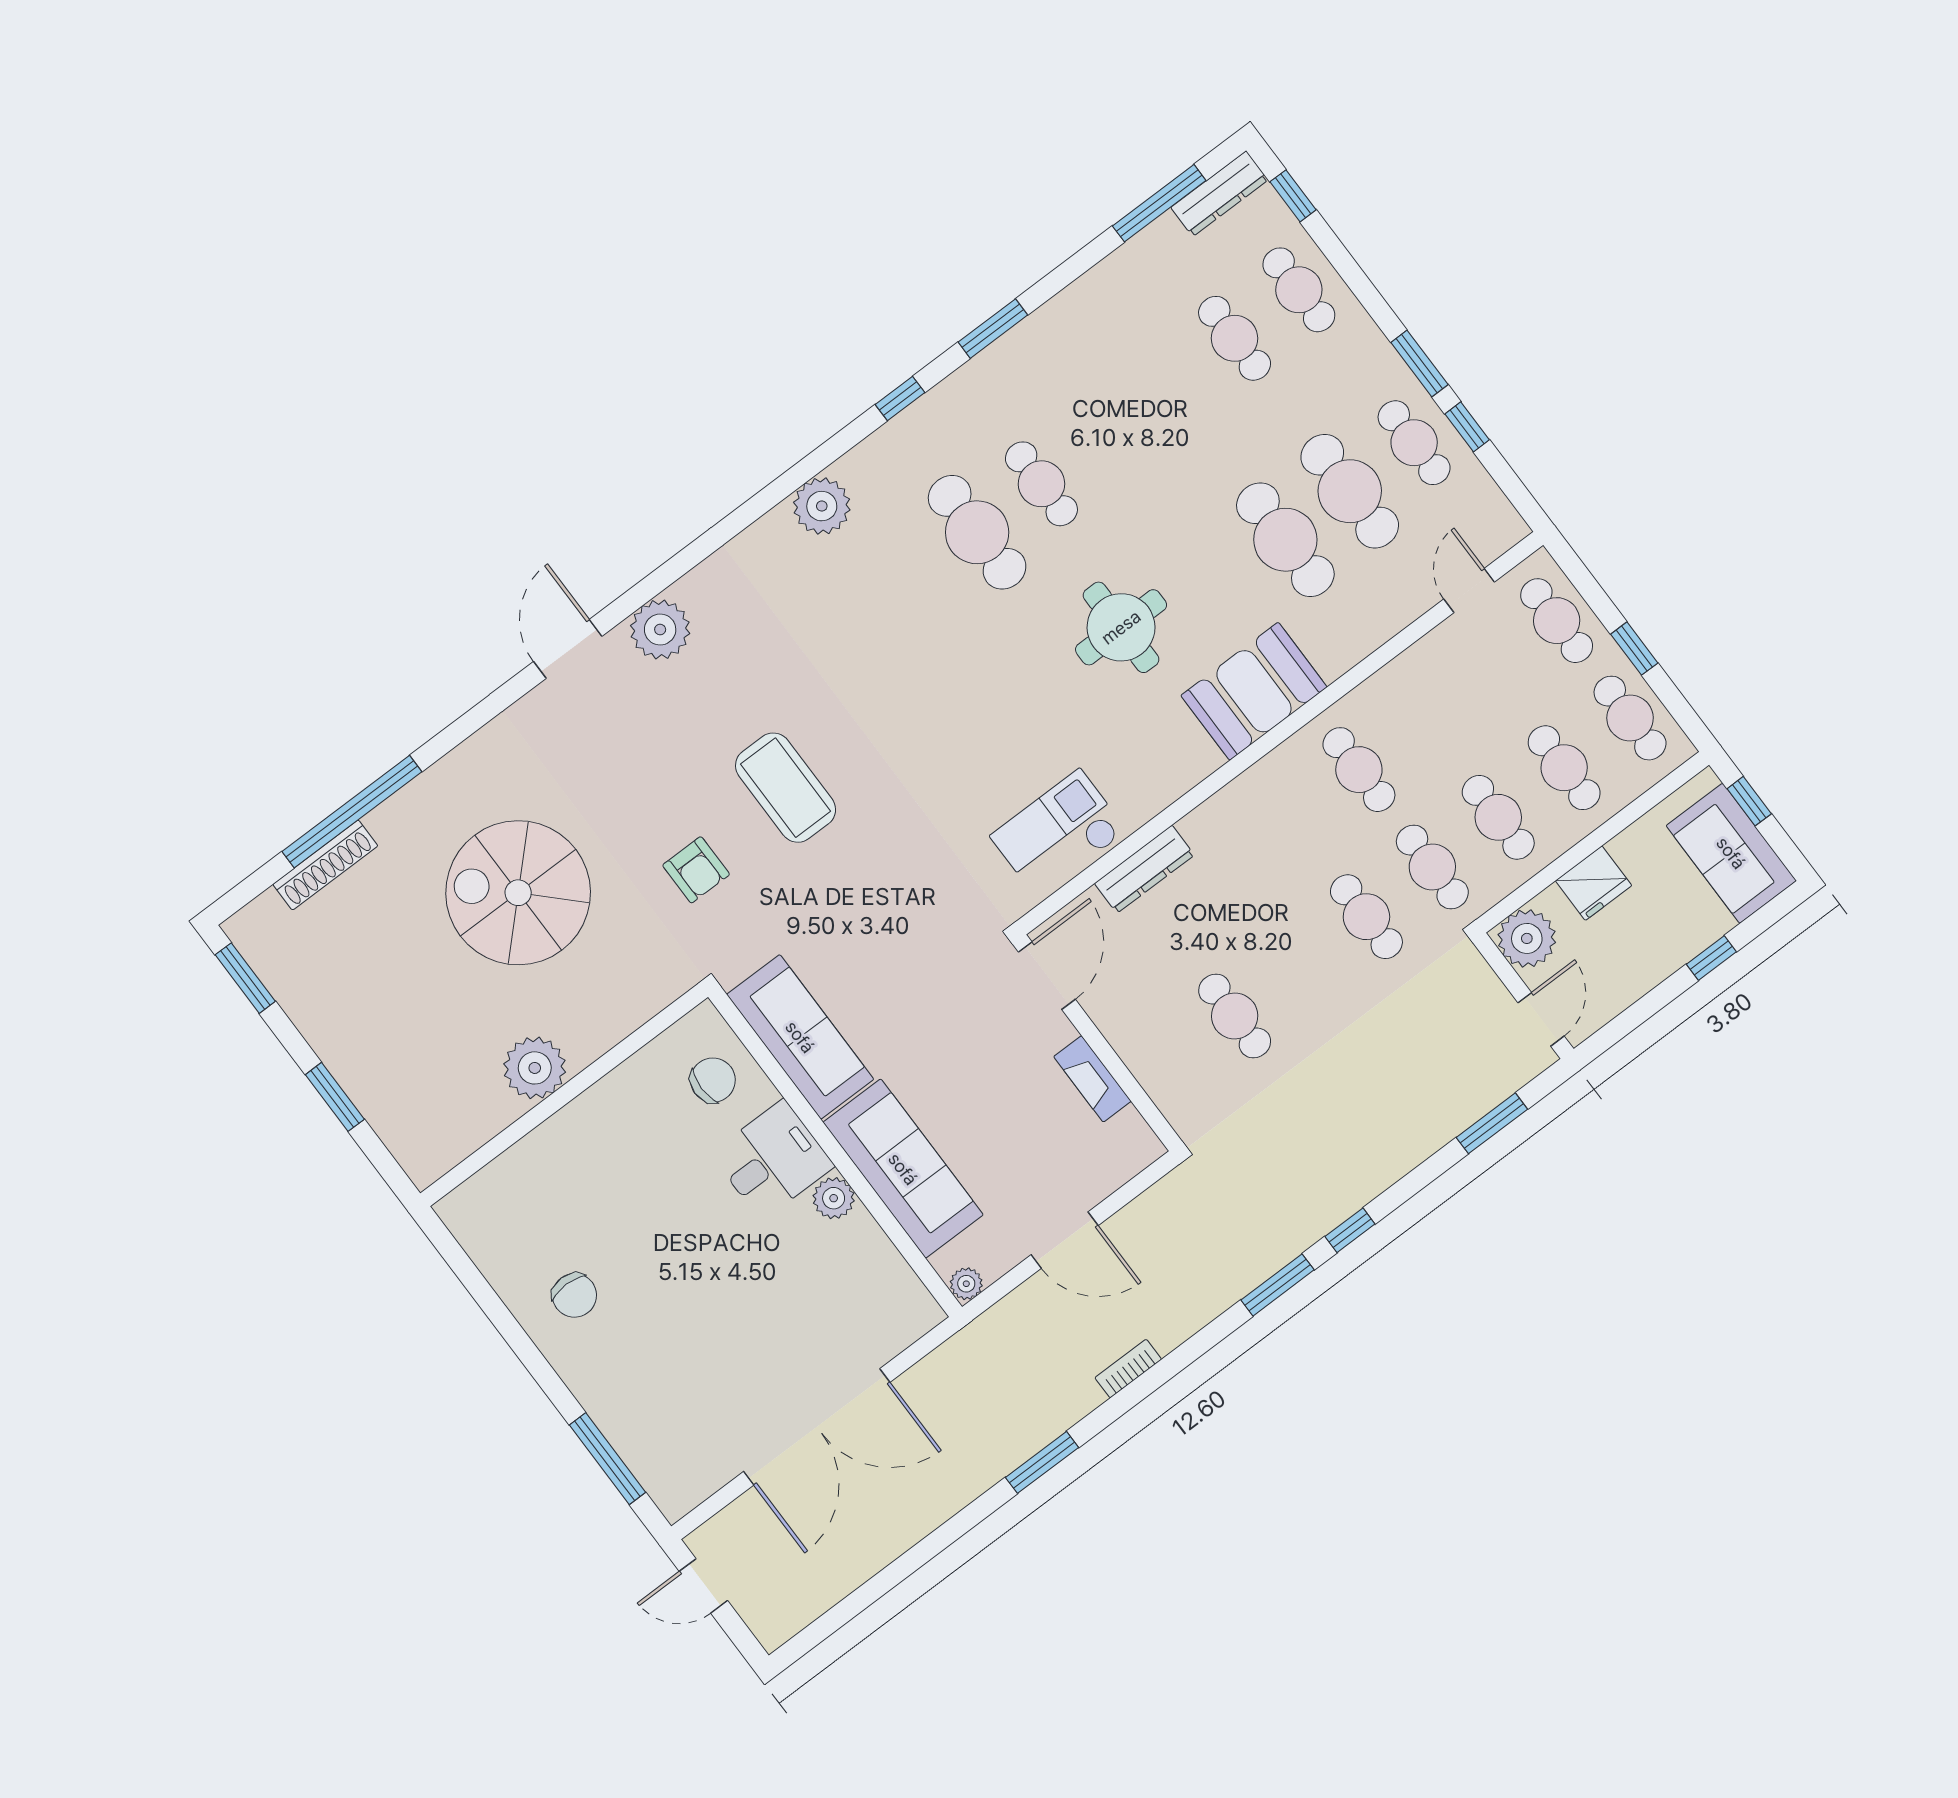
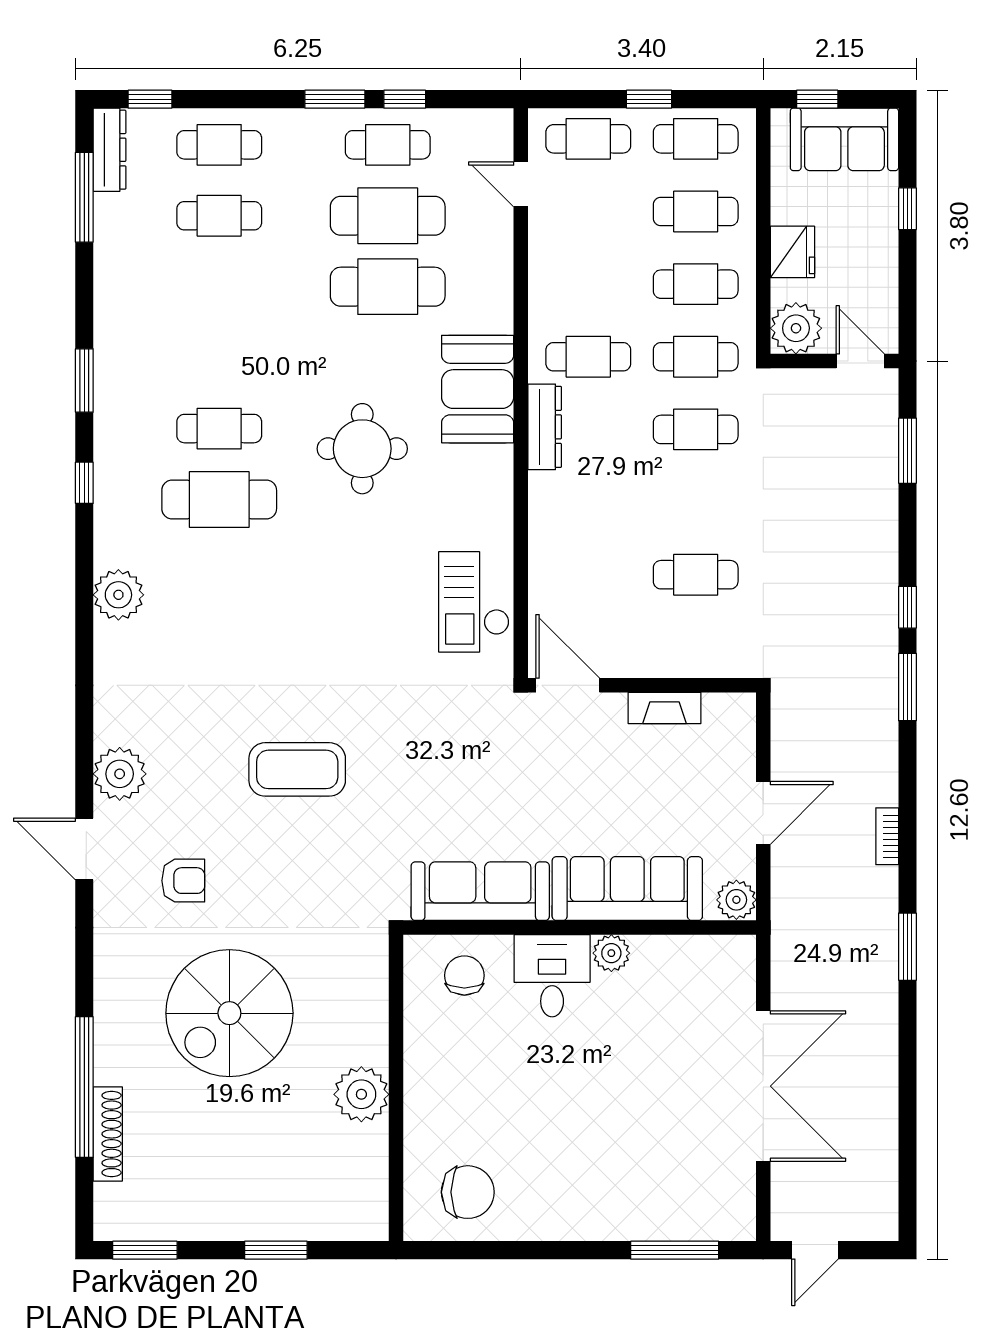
dresser: (1144, 869) -> (545, 427), moved
armchair: (696, 870) -> (183, 881), moved
plant: (966, 1284) -> (736, 900), width x1.38, depth x1.38
chair: (574, 1295) -> (468, 1192), moved, width x1.37, depth x1.37

